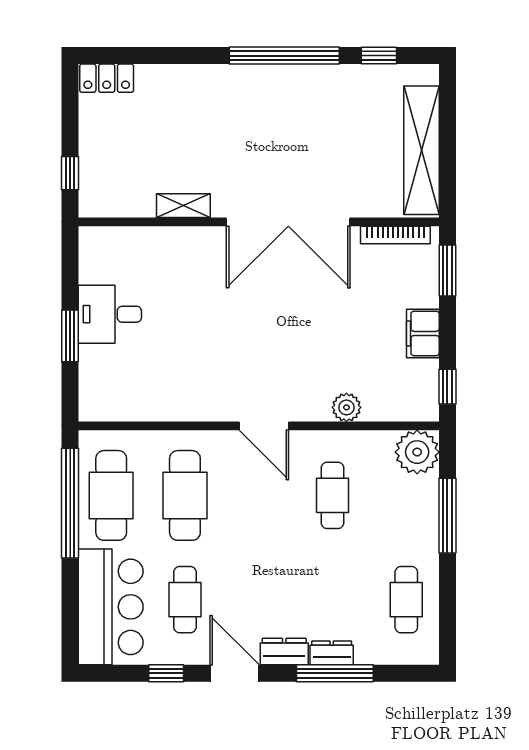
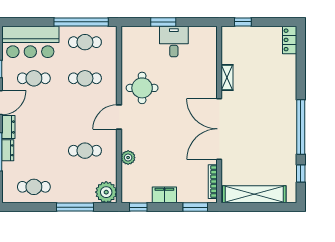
round table: (205, 379) -> (142, 88), added
cafe table: (111, 495) -> (85, 42), width x0.73, depth x0.74
cafe table: (185, 495) -> (85, 78), width x0.73, depth x0.74

